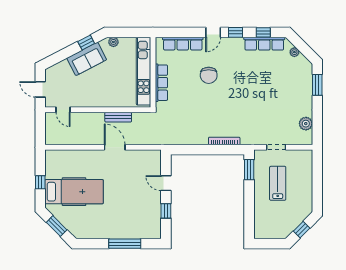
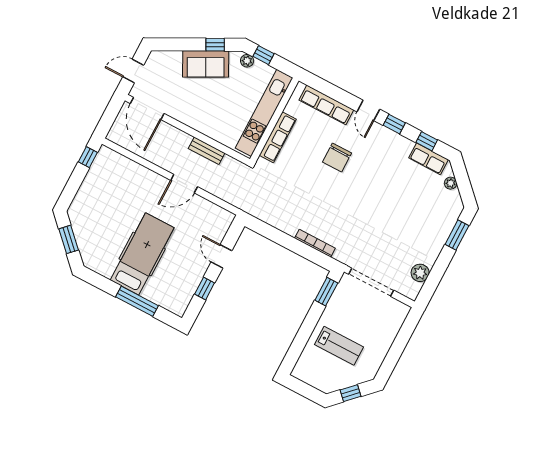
window: (123, 32) -> (263, 55), added
door: (213, 32) -> (368, 110), hinge flipped
row of seats: (264, 44) -> (428, 159), width x0.68
door: (40, 89) -> (133, 71), hinge flipped
door: (63, 110) -> (147, 109), width x1.88
door: (115, 147) -> (184, 184), swing flipped
doorway: (276, 147) -> (371, 282), width x1.88
window: (40, 182) -> (88, 157), moved
lab bench: (278, 183) -> (339, 346), moved, turned 90
hospital bed: (74, 192) -> (142, 254), moved, turned -90

